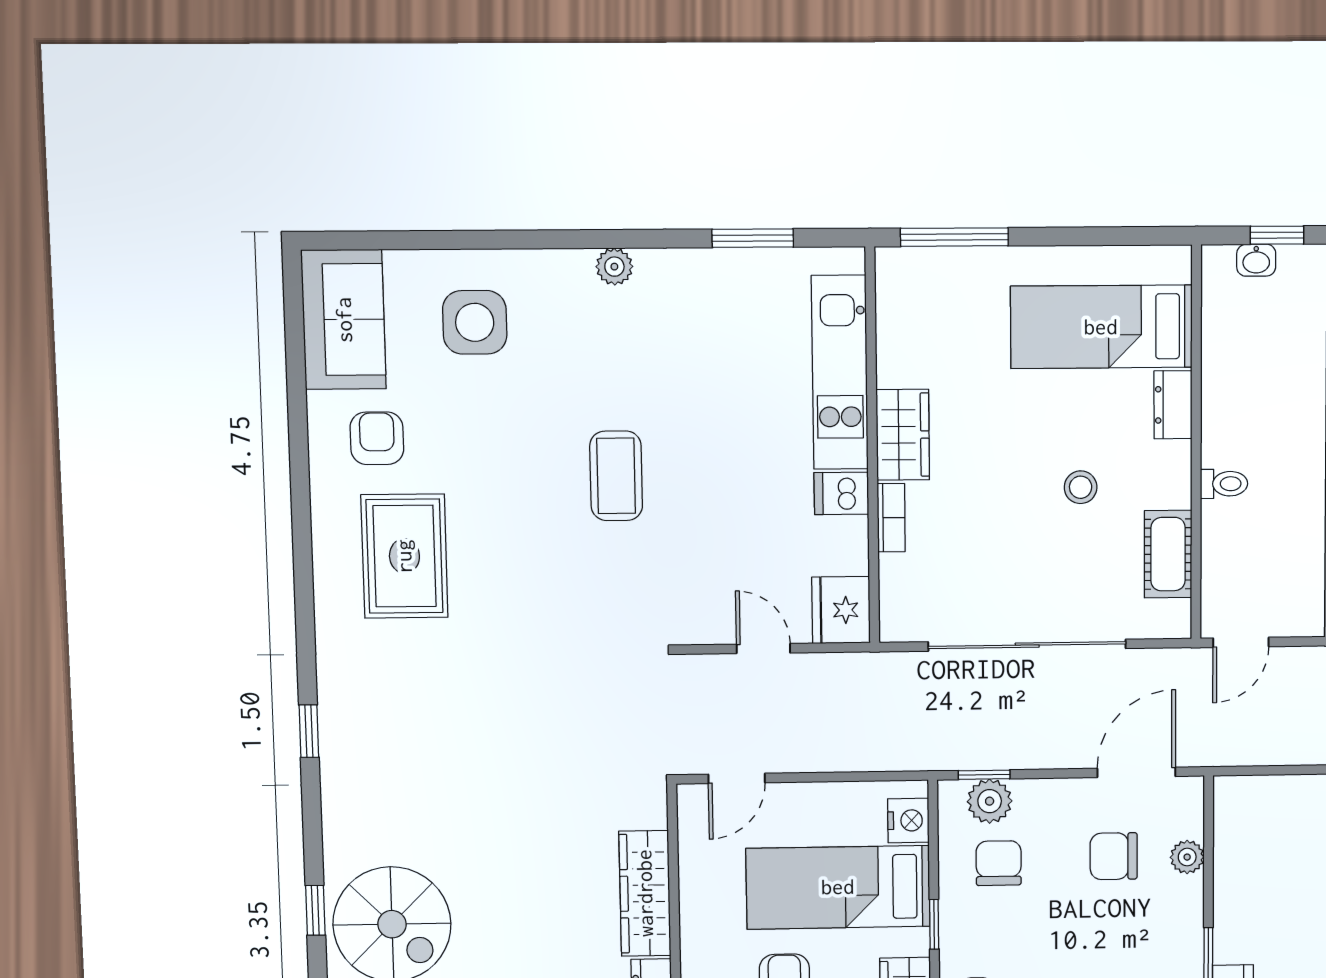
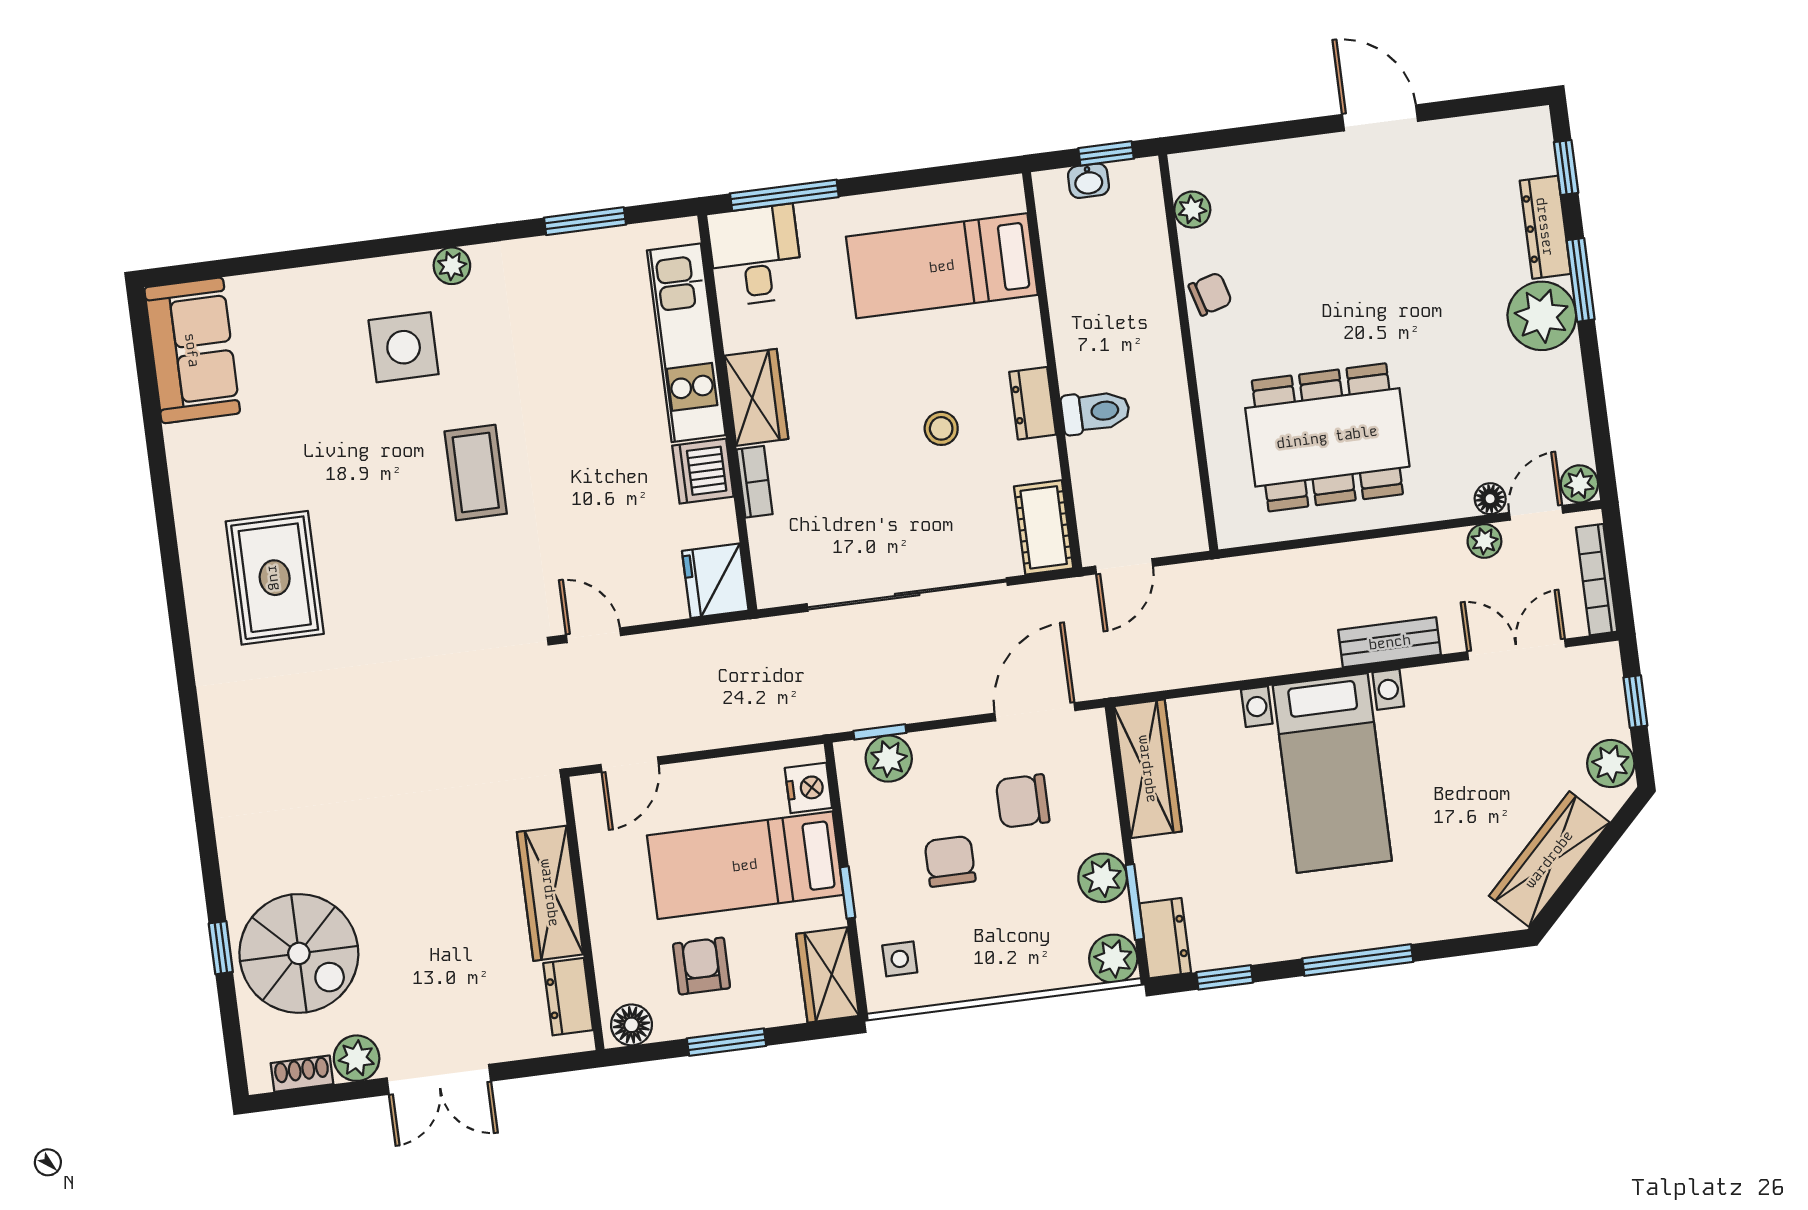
desk: (918, 294) -> (755, 255), added
side table: (475, 322) -> (404, 347), moved
dresser: (1173, 405) -> (1033, 403), moved
armchair: (377, 438) -> (236, 463), removed
toilet: (1224, 484) -> (1096, 412), width x1.37, depth x1.39
dishwasher: (841, 493) -> (703, 471), width x1.38
cot: (1168, 554) -> (1044, 527), moved
door: (763, 649) -> (593, 635), moved
window: (309, 731) -> (197, 765), removed
wardrobe: (1238, 839) -> (1148, 769), added
plant: (1187, 857) -> (1103, 878), moved, width x1.38, depth x1.38
chair: (999, 863) -> (950, 861), moved

